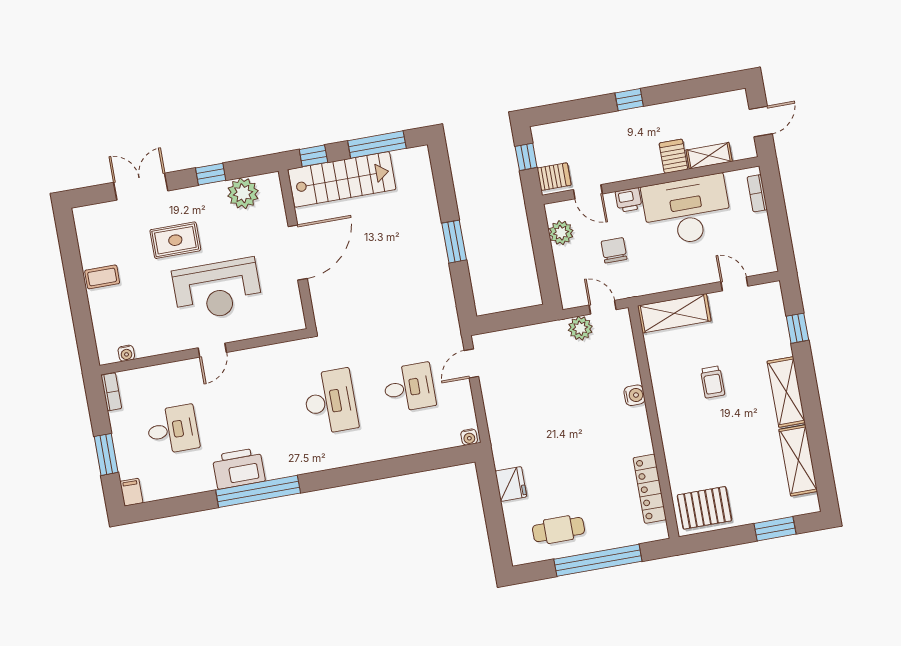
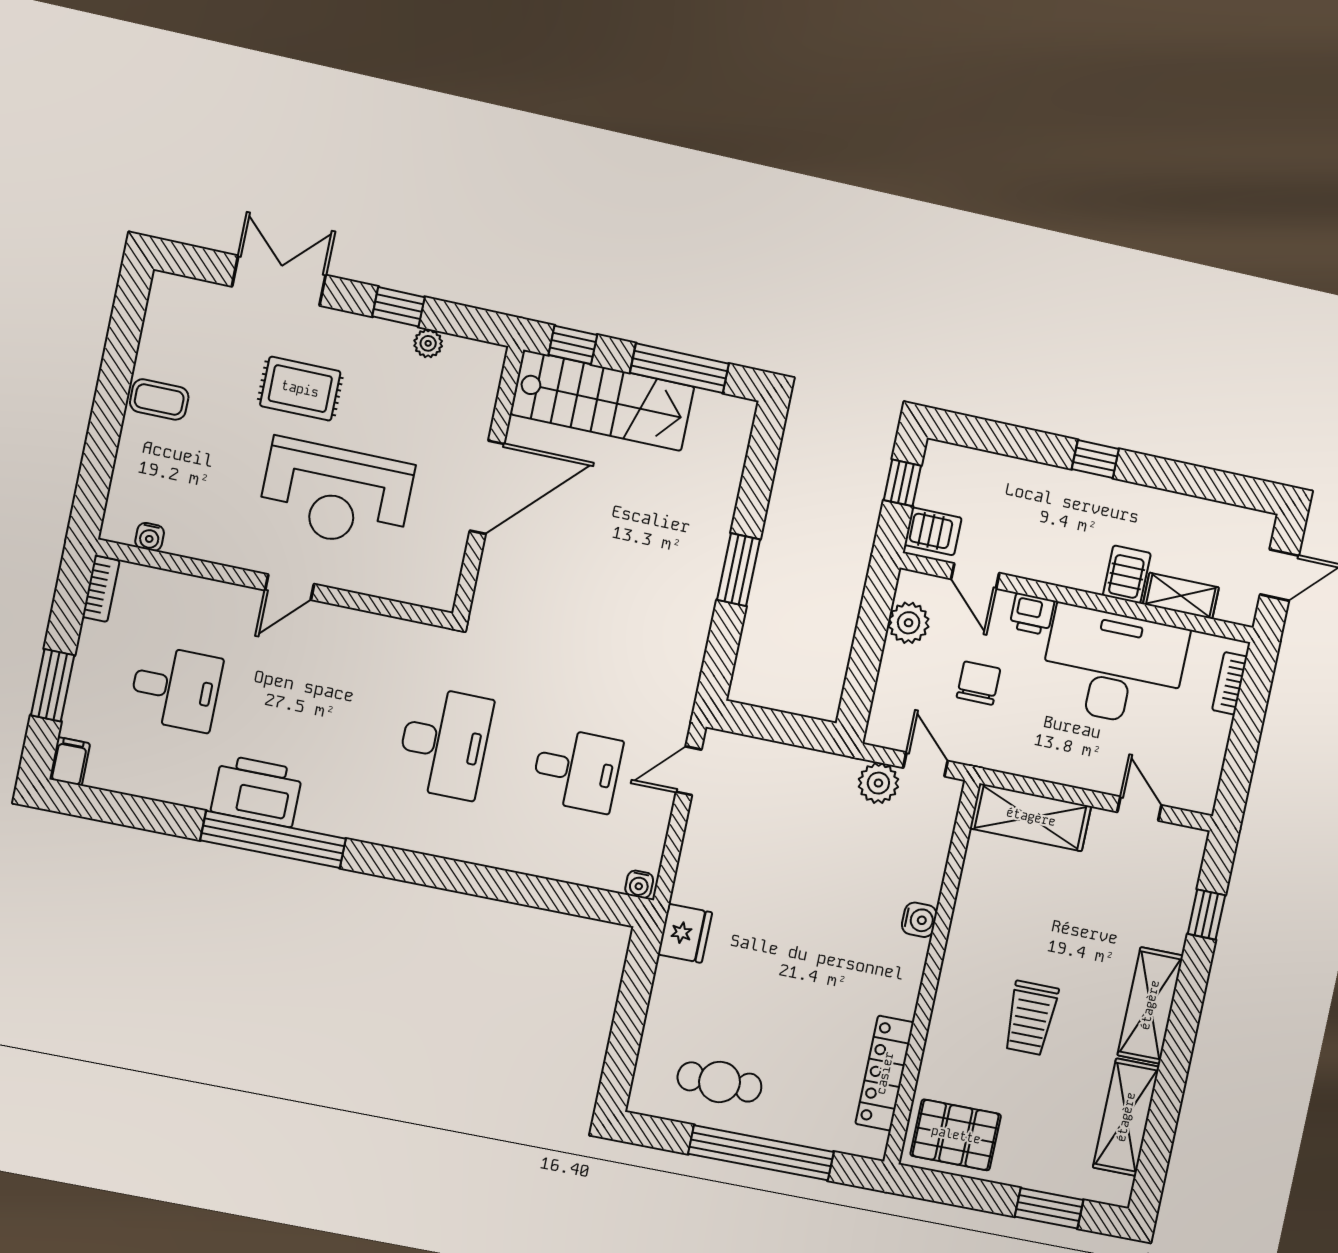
plant: (243, 193) -> (428, 343), width x0.53, depth x0.53
trolley: (713, 382) -> (1031, 1018), moved, width x1.36, depth x1.39
fridge: (511, 484) -> (685, 933), moved

